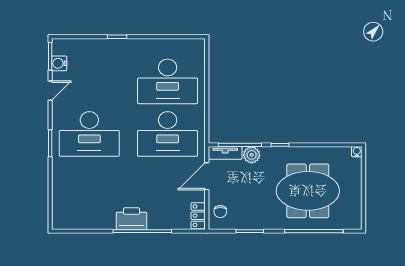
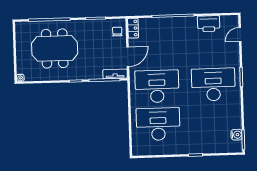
door: (50, 91) -> (240, 35), moved
plant: (252, 155) -> (96, 73), removed
printer: (132, 219) -> (209, 24), moved

